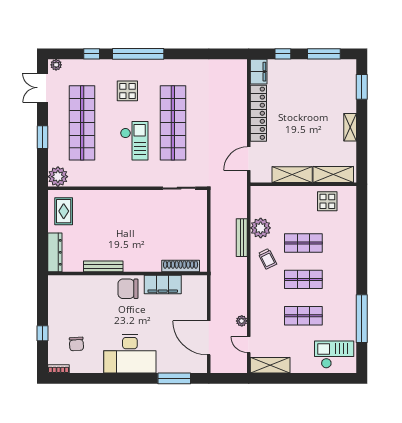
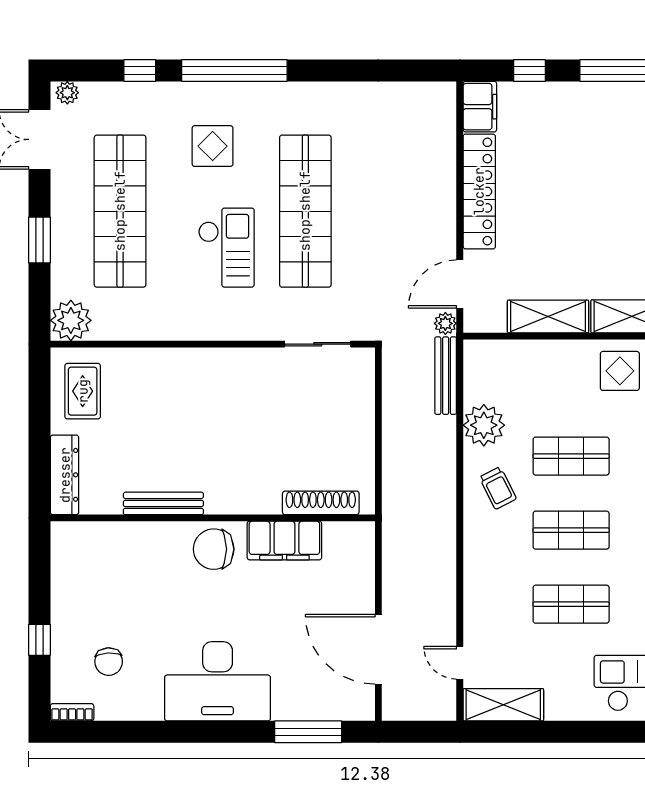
bench: (242, 238) -> (446, 376), moved
plant: (242, 321) -> (445, 323), moved

